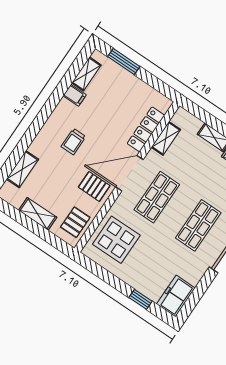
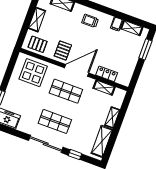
locker: (146, 129) -> (107, 74), width x0.66
trolley: (73, 142) -> (90, 21), moved
door: (129, 173) -> (77, 70), hinge flipped

